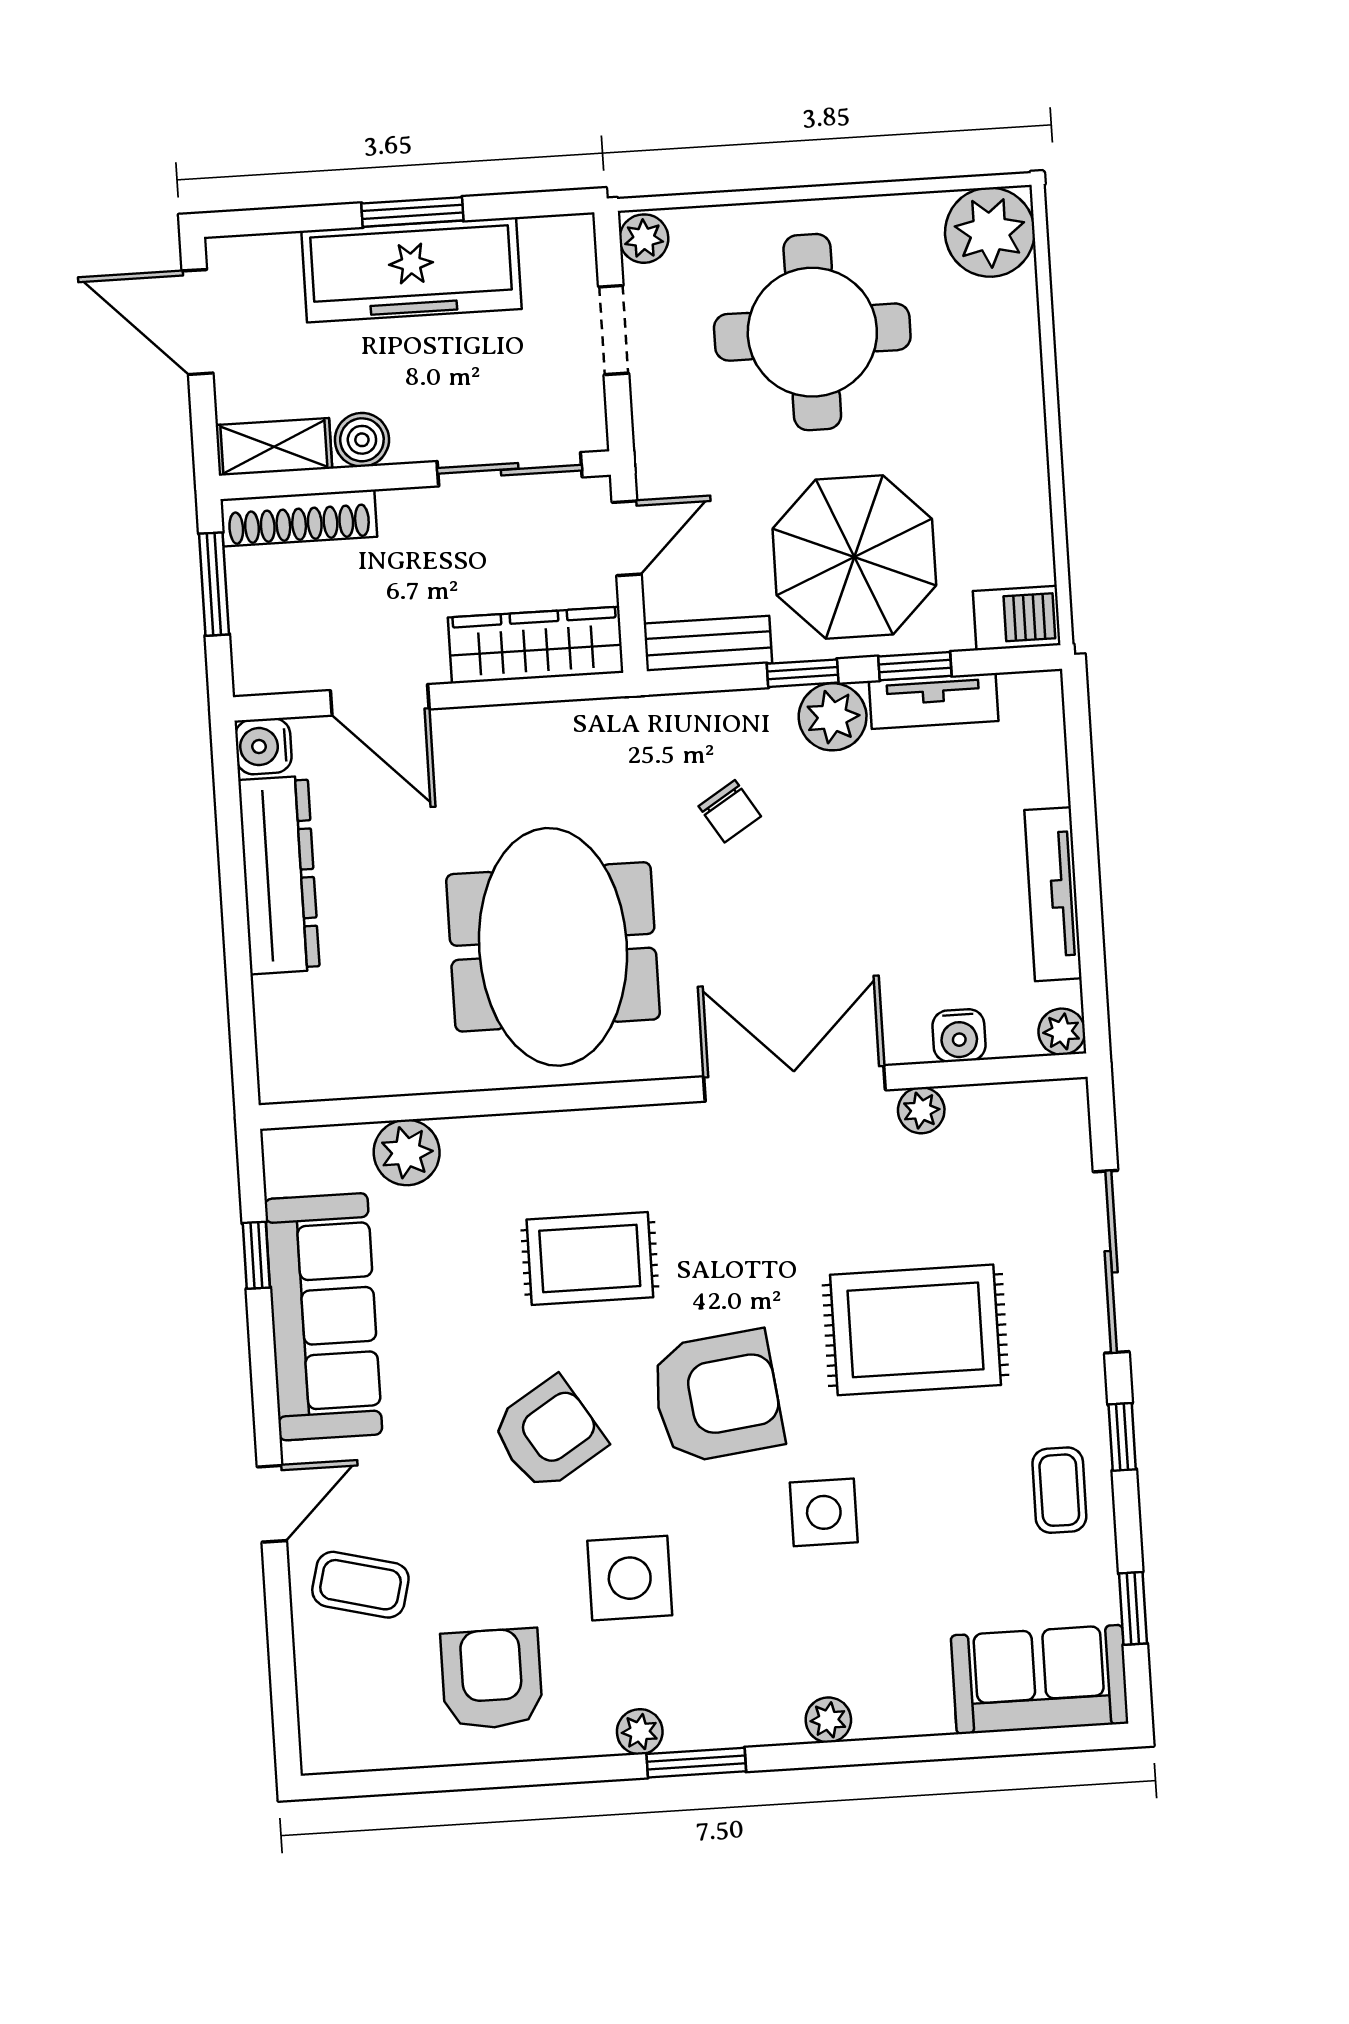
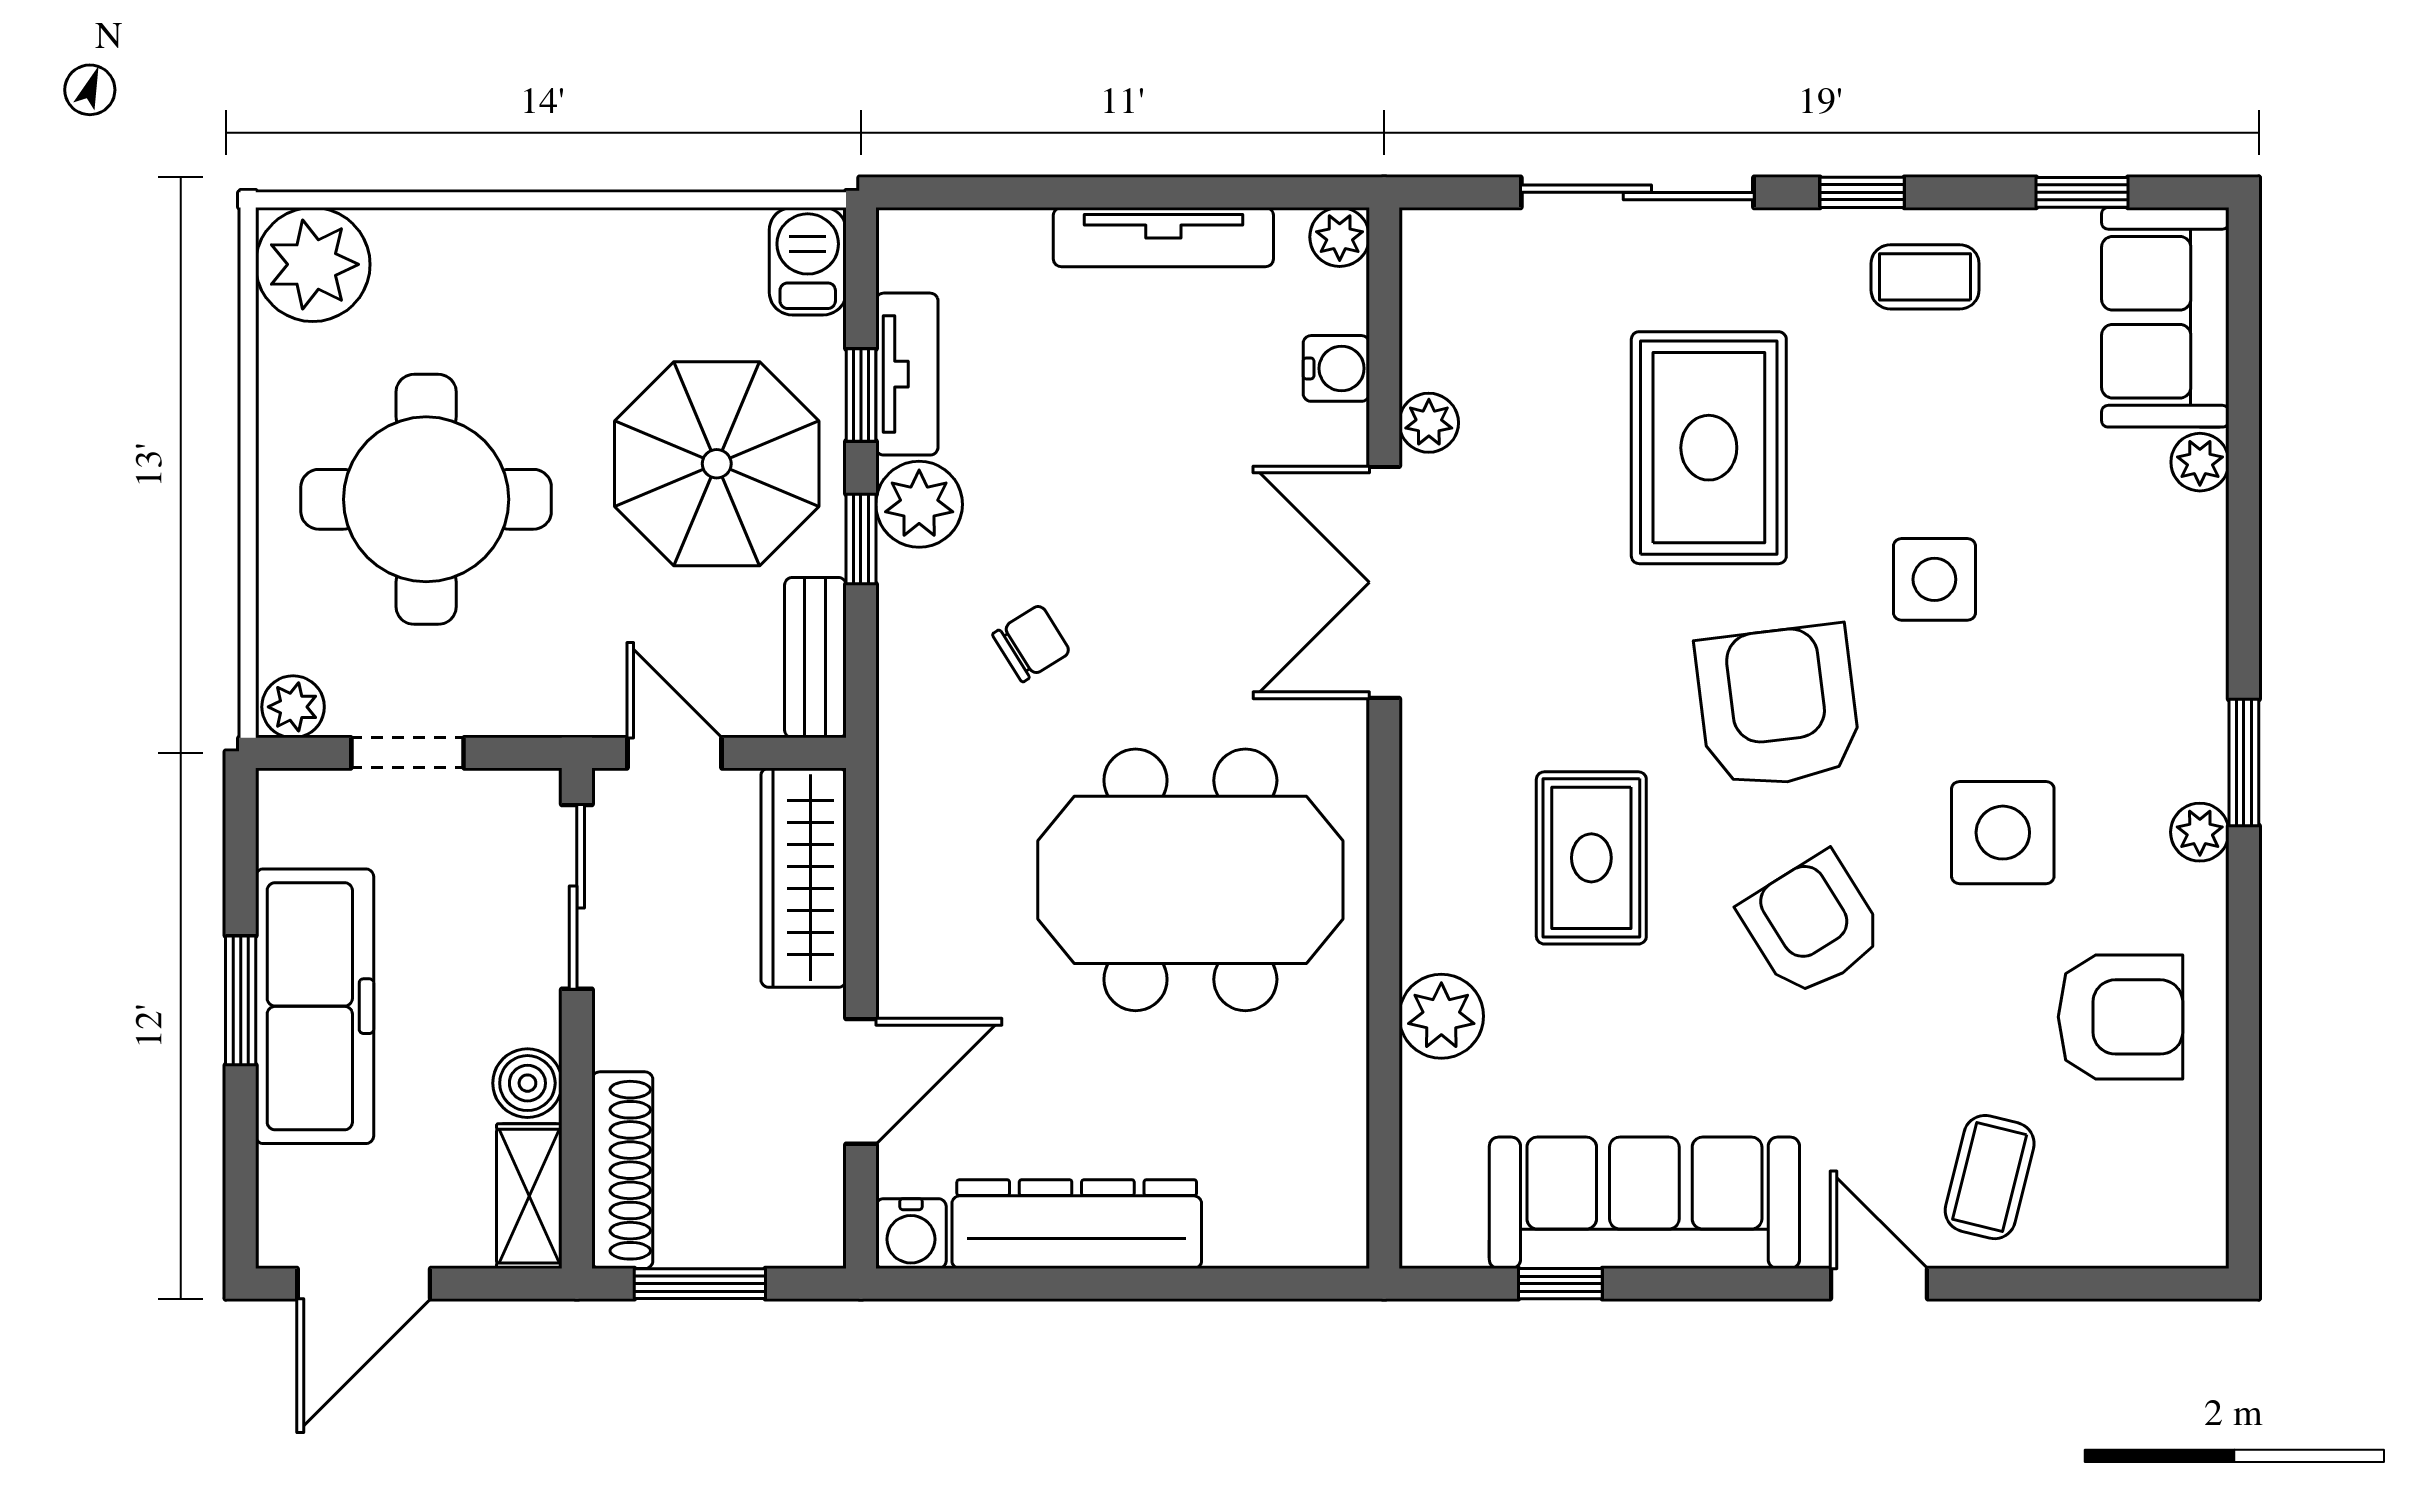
plant: (407, 1152) -> (1441, 1016), moved
armchair: (492, 1679) -> (2120, 1017), turned 180
plant: (828, 1720) -> (2200, 462), moved

